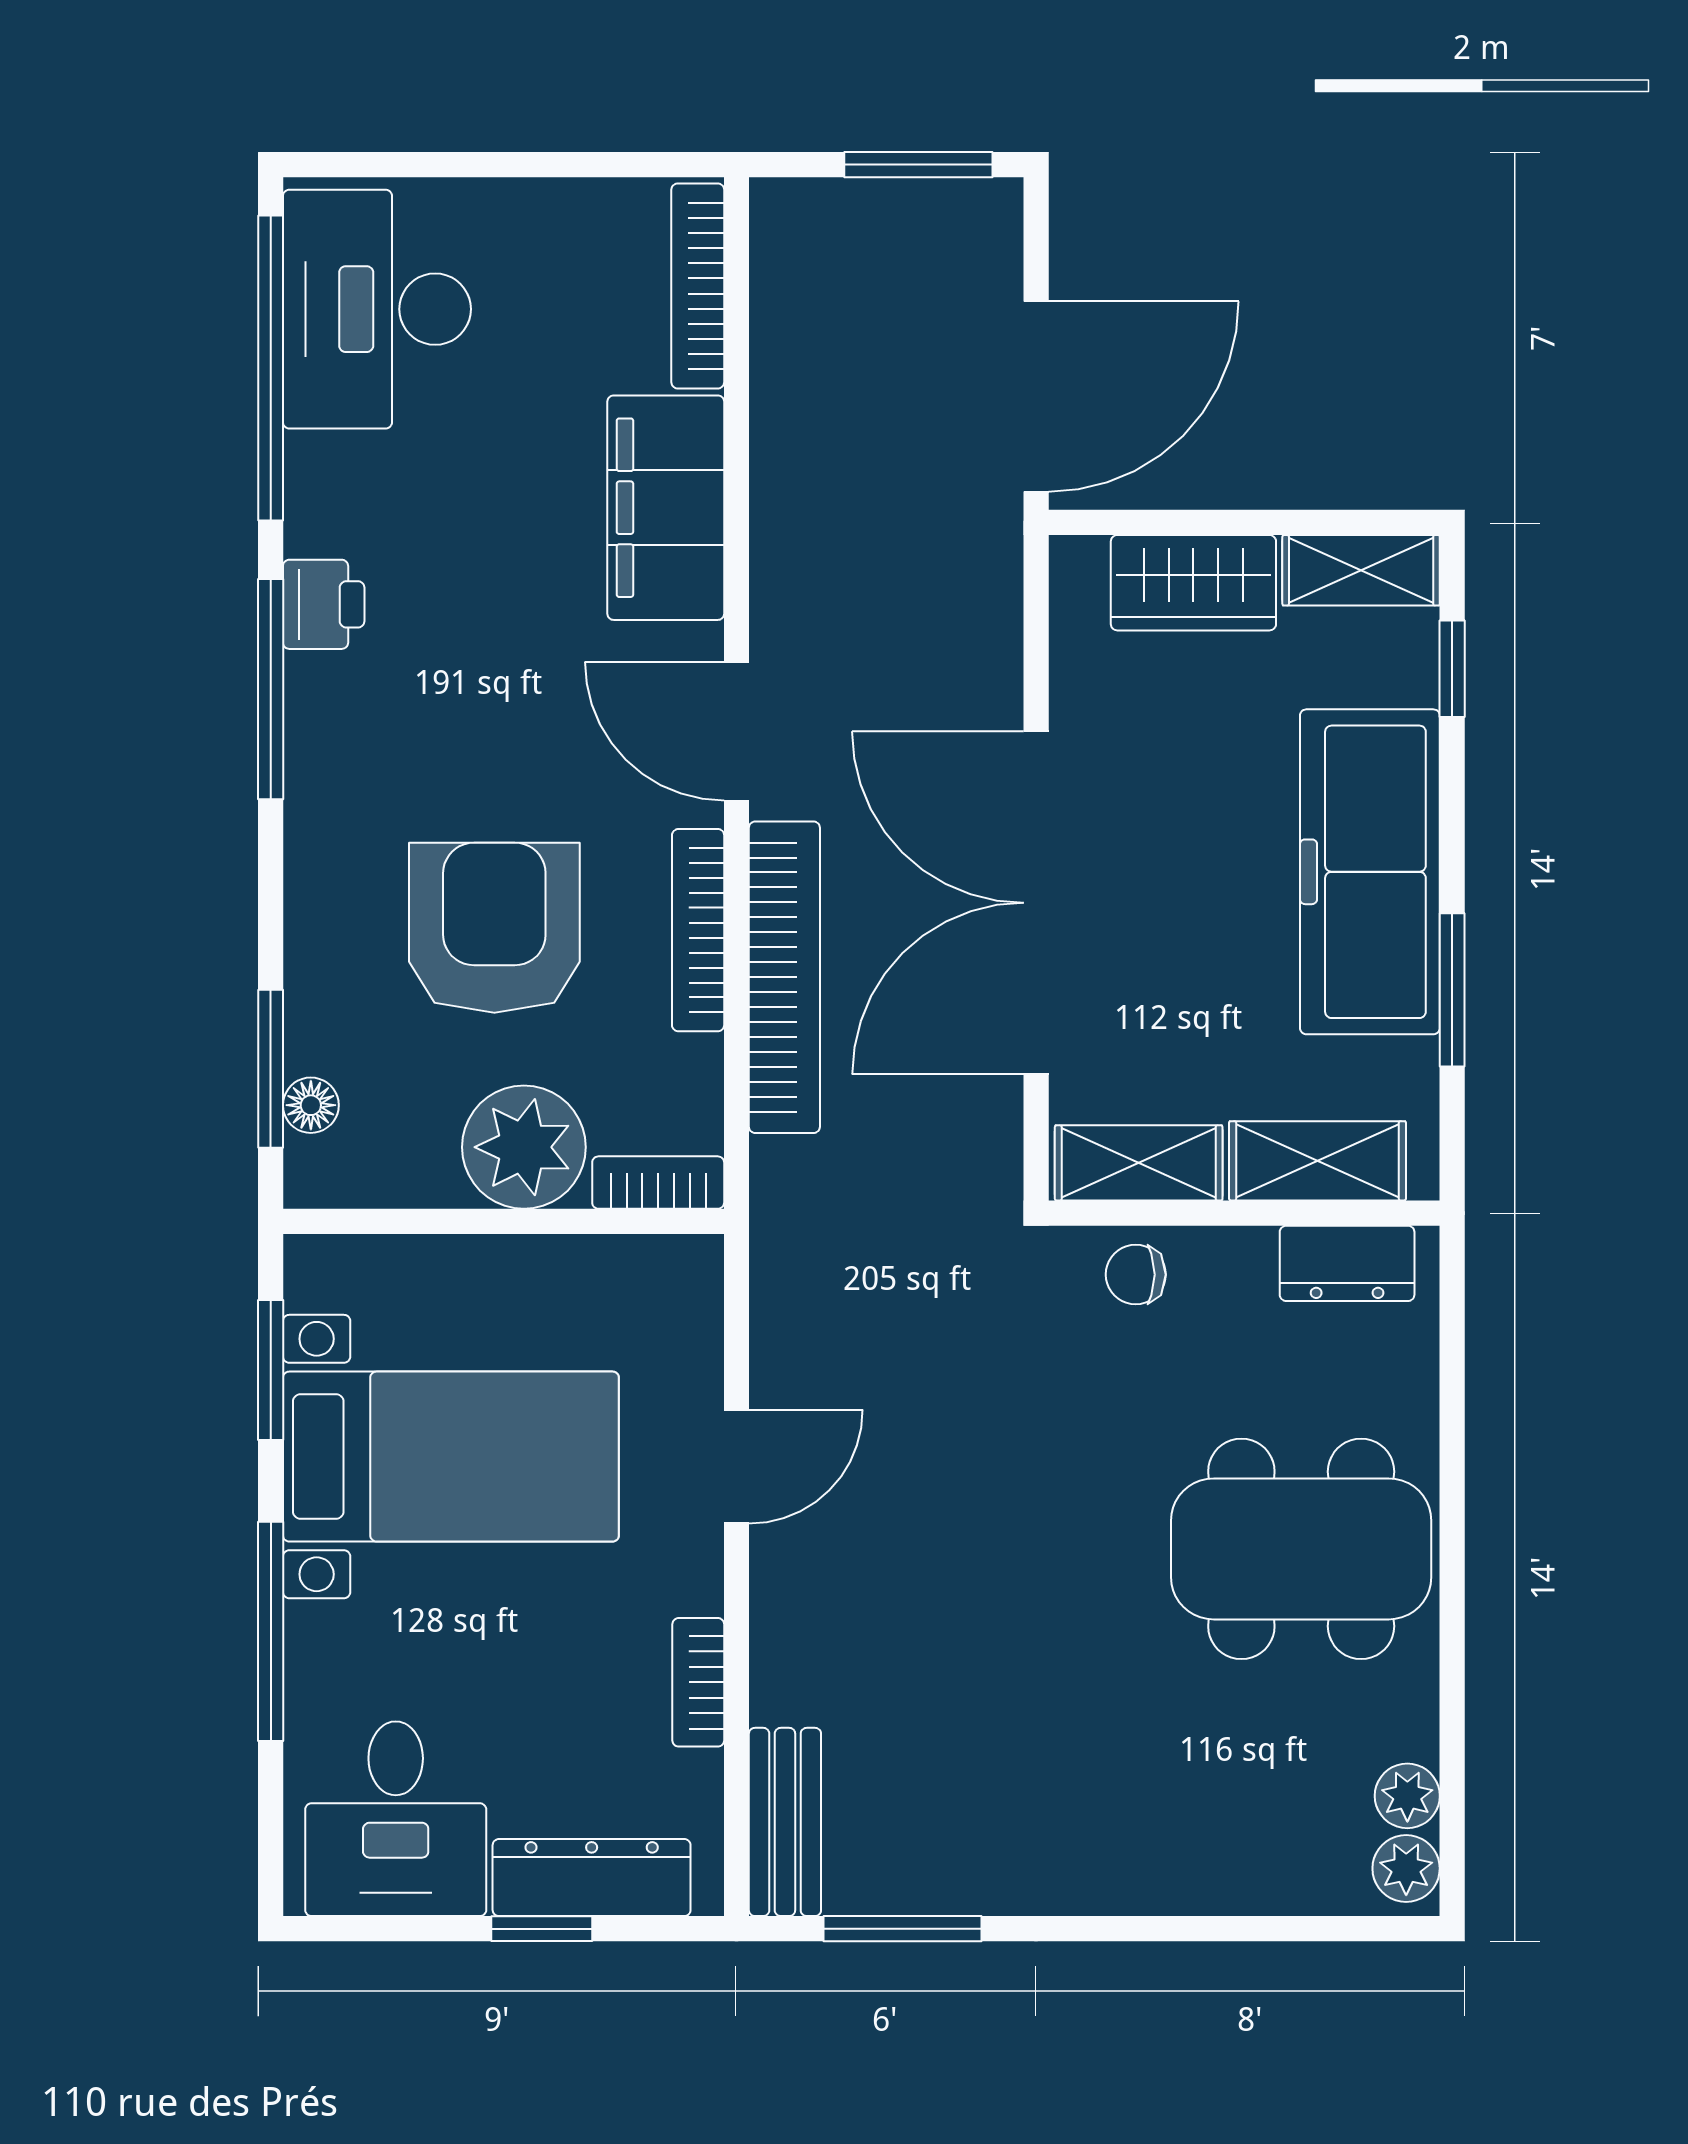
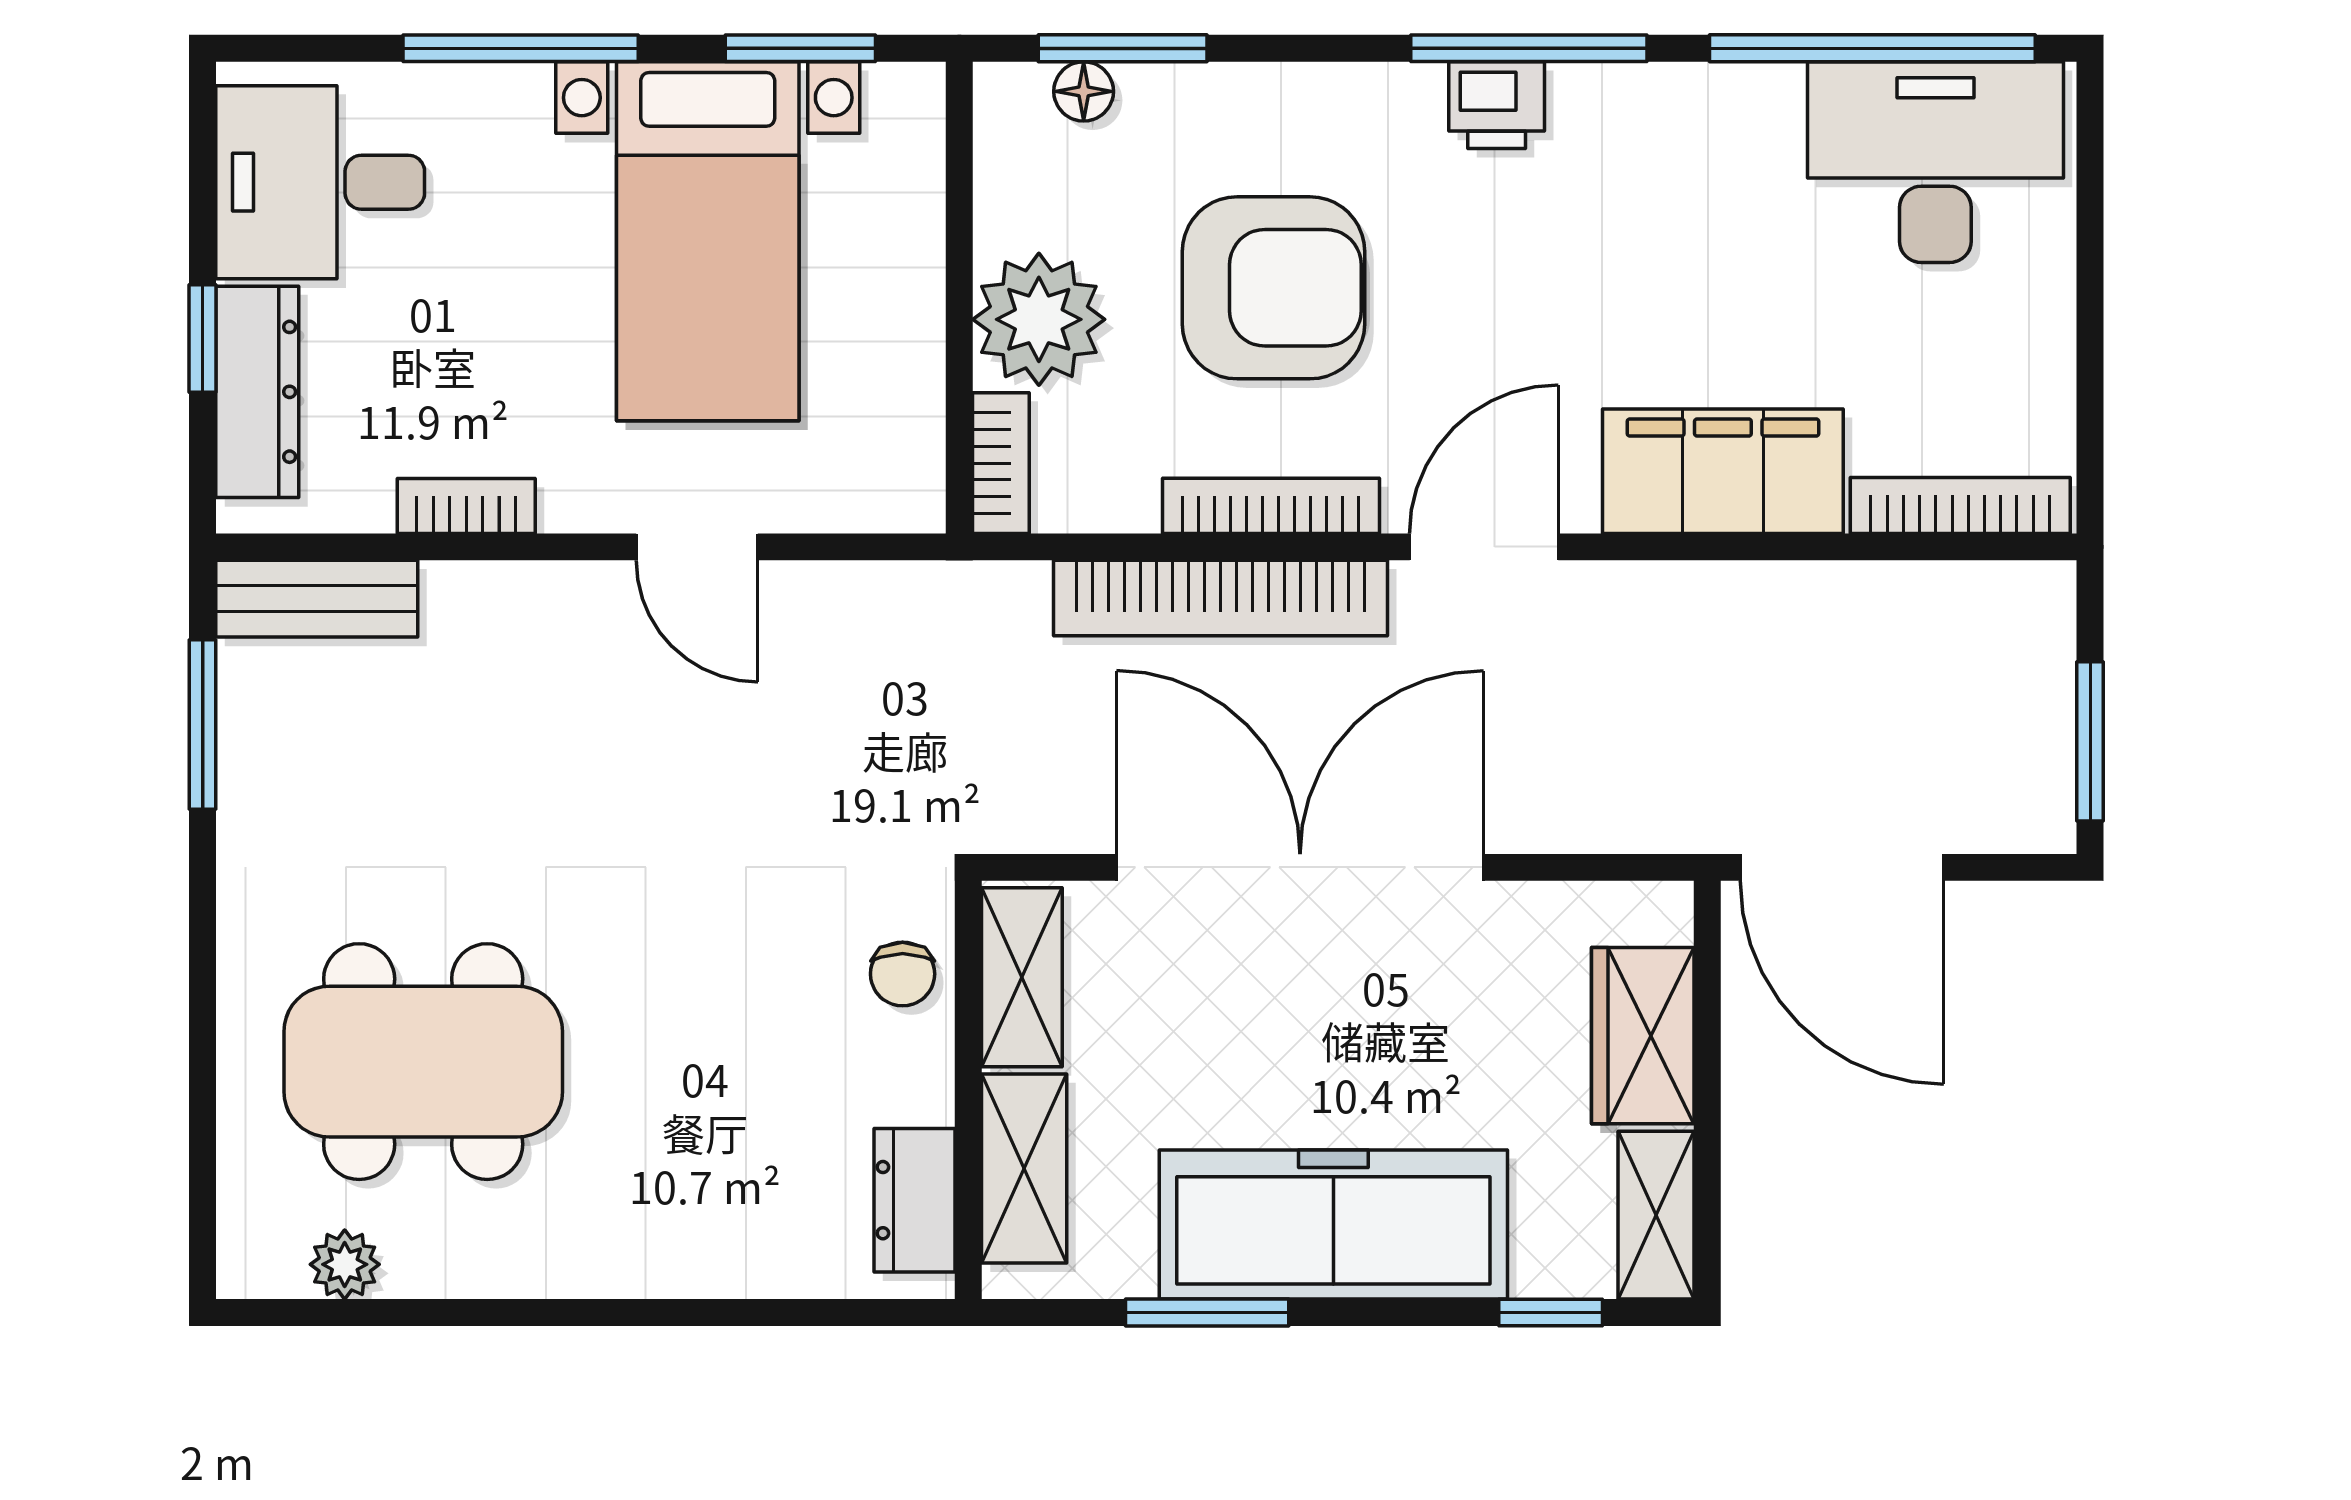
printer: (324, 604) -> (1497, 105), moved
chair: (1136, 1275) -> (903, 974), turned 180
dining table: (1301, 1549) -> (423, 1062), moved, turned 90
plant: (1406, 1868) -> (267, 1263), removed

